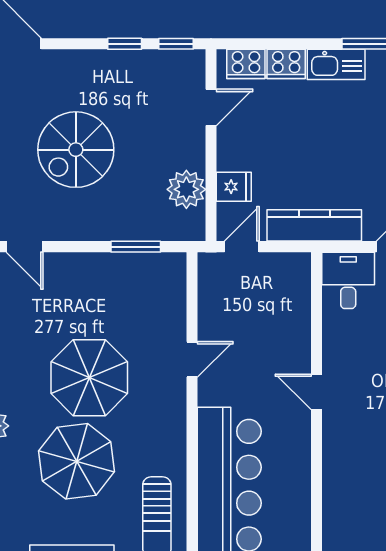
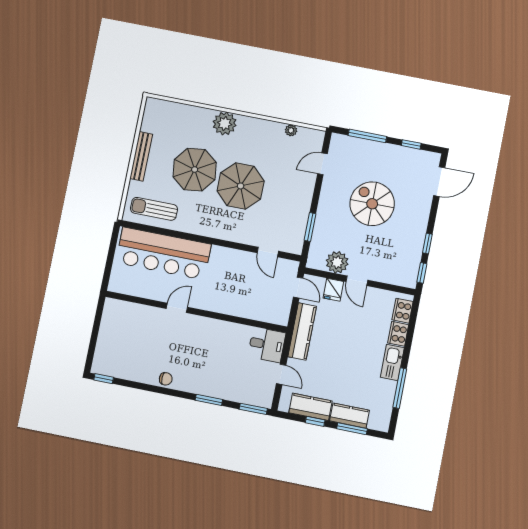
door: (211, 107) -> (357, 281), moved
door: (192, 359) -> (268, 252), moved
door: (316, 392) -> (177, 308), moved

